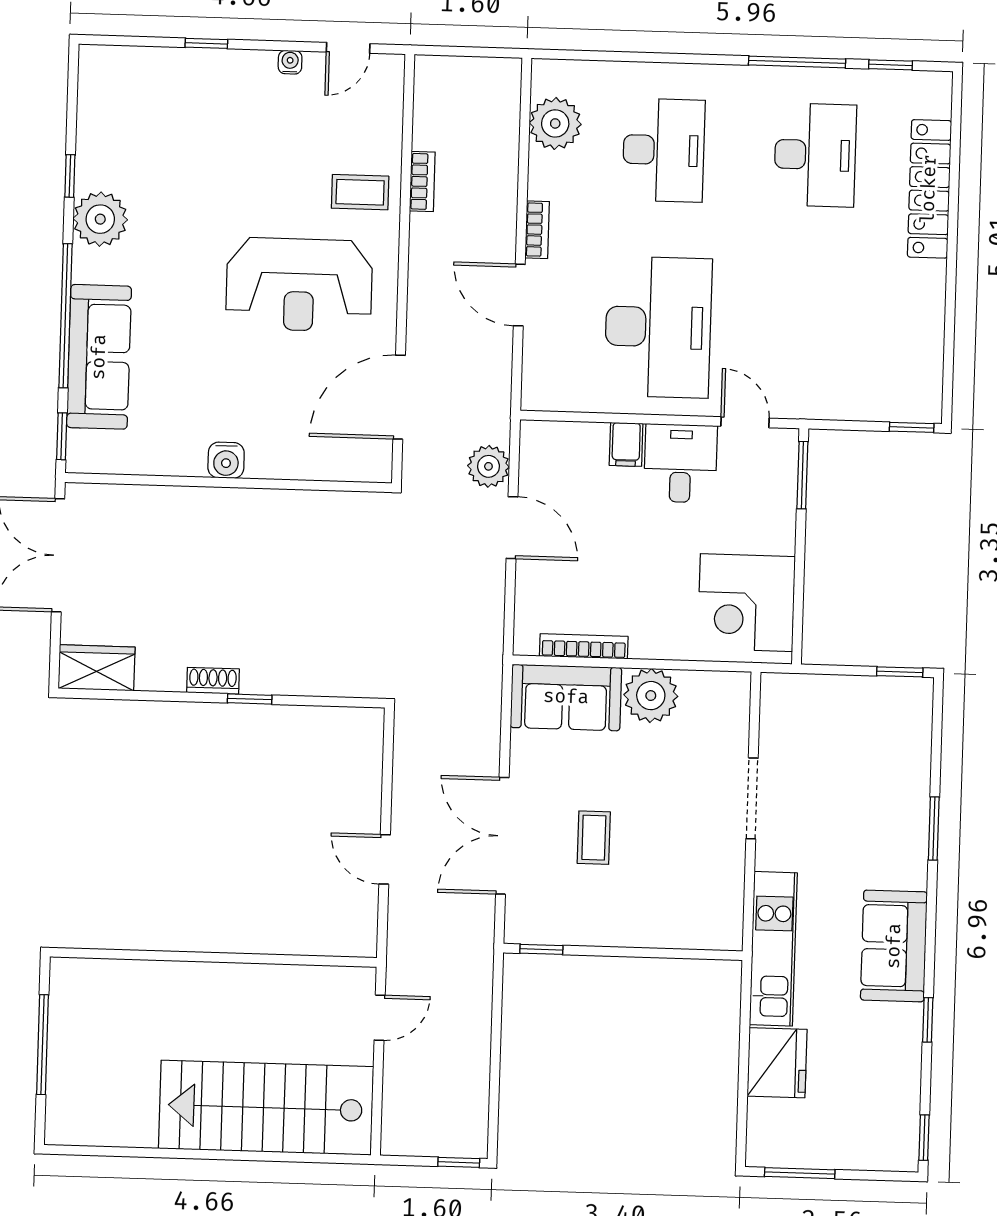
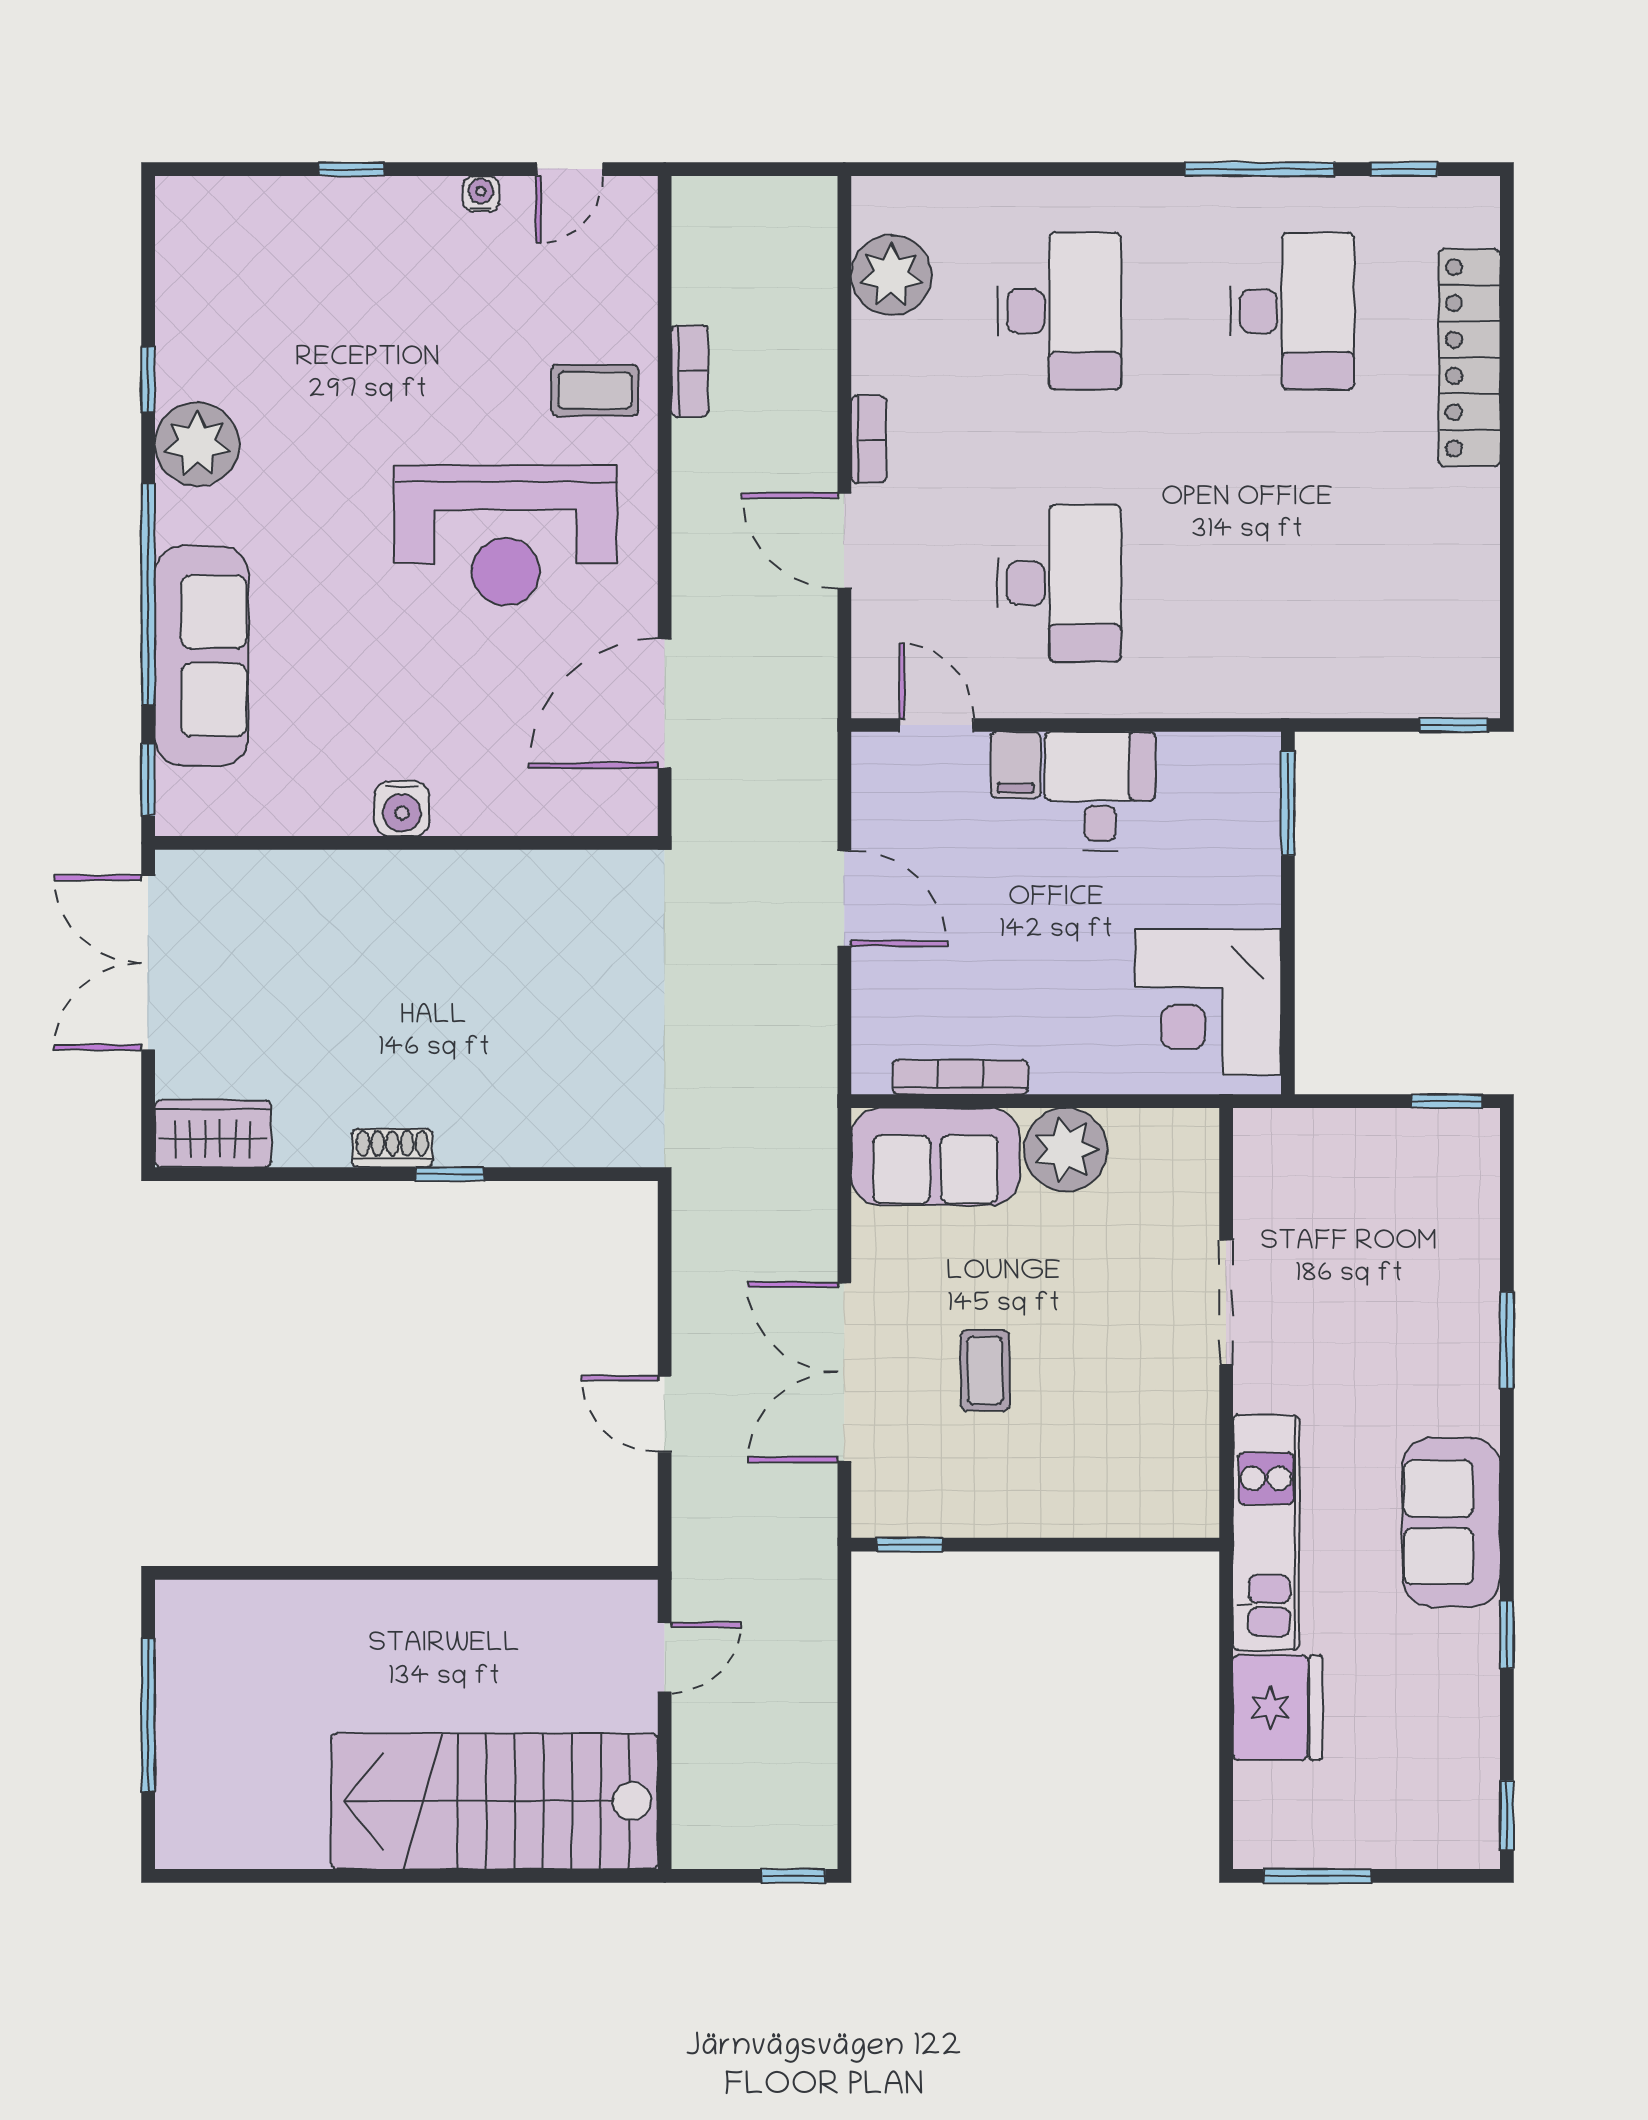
desk: (658, 327) -> (1059, 583), width x0.73, depth x0.77
door: (745, 422) -> (936, 725), moved
plant: (488, 466) -> (805, 805), removed

